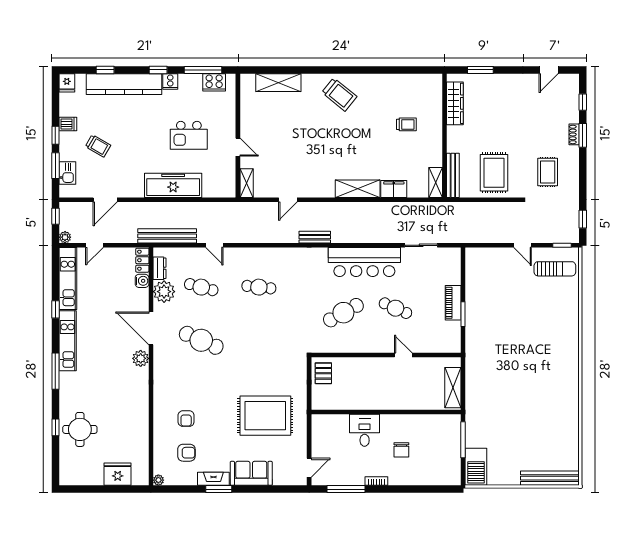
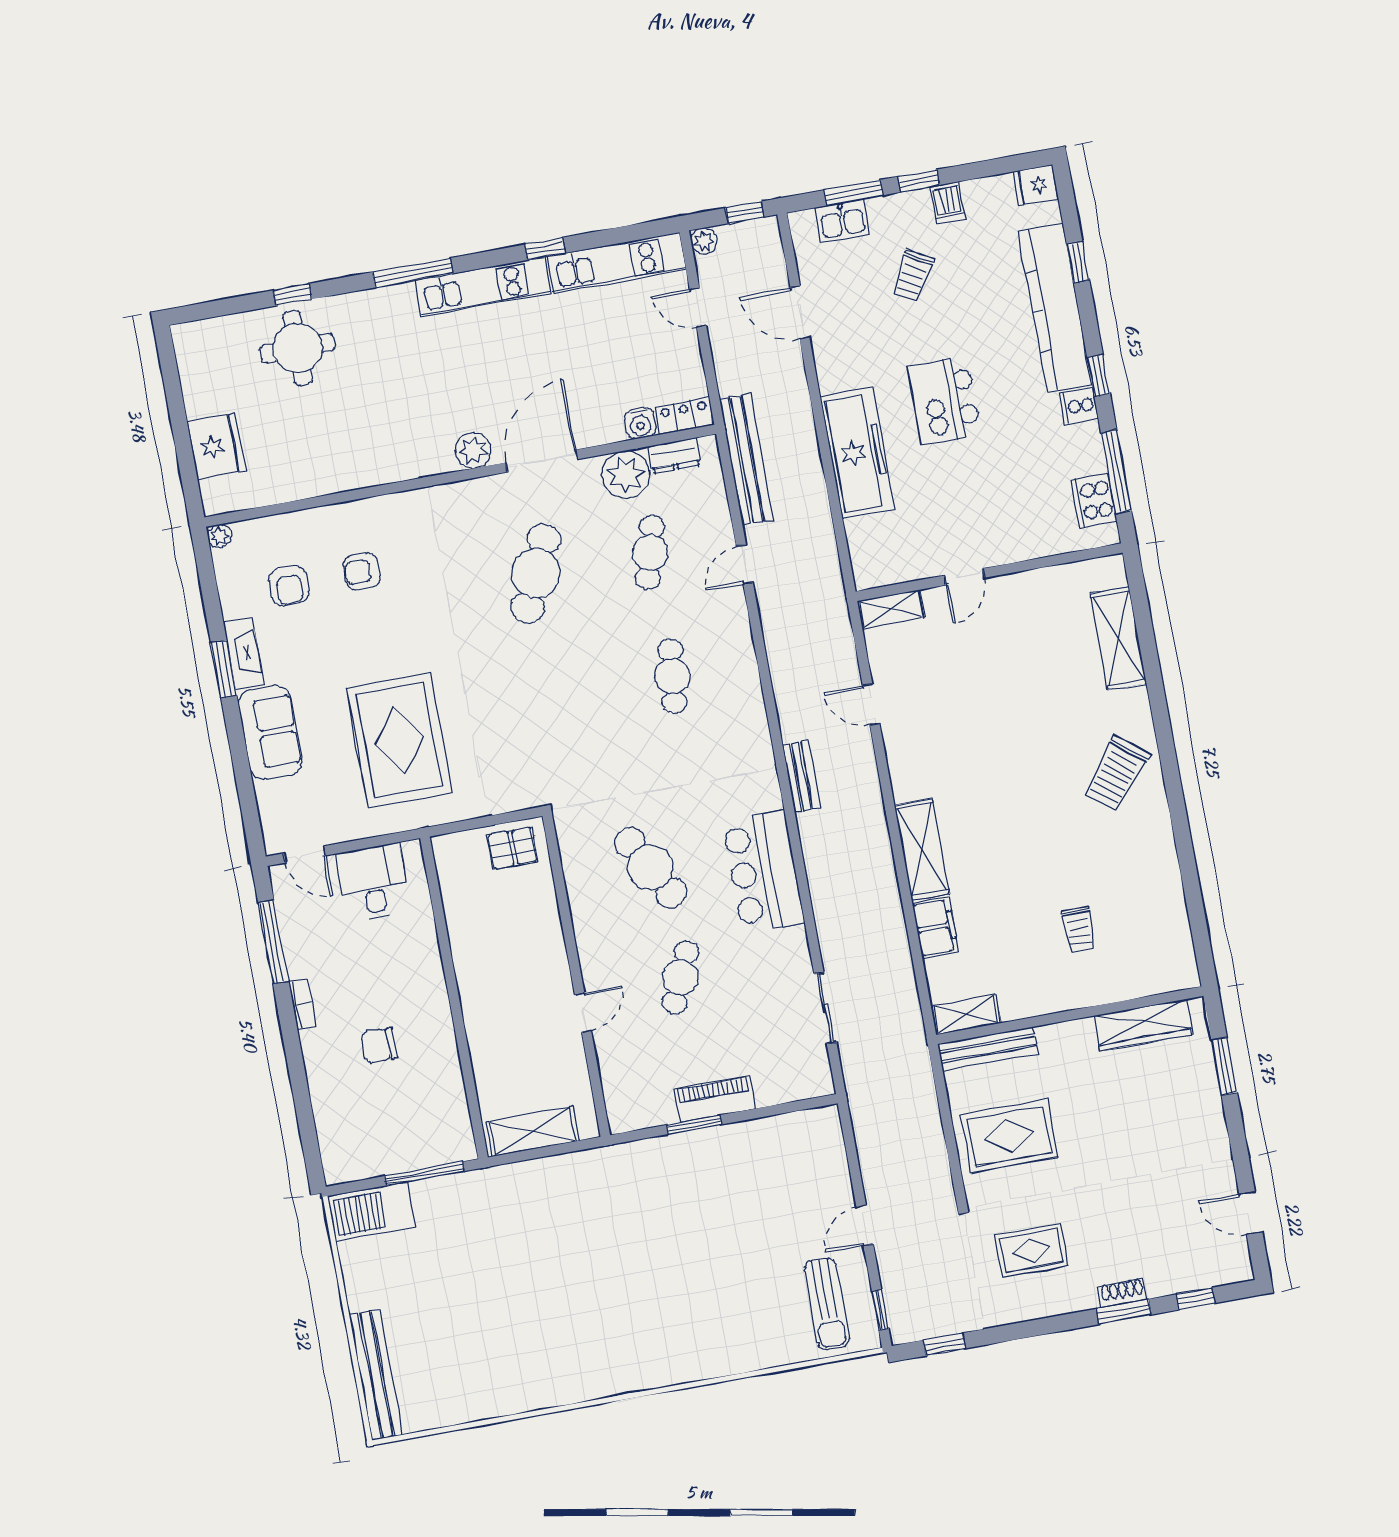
kitchen island: (189, 135) -> (944, 401), moved
bar counter: (364, 262) -> (763, 872), width x0.73
desk: (365, 430) -> (373, 882), moved, turned -90

